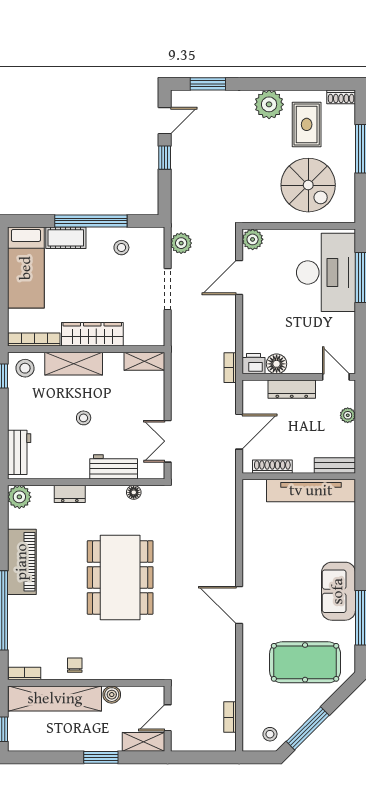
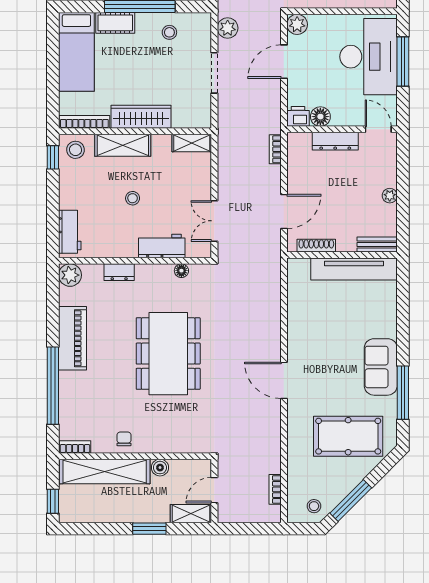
printer: (253, 364) -> (298, 116), moved
floor lamp: (277, 364) -> (320, 117), moved
wall: (299, 377) -> (342, 129), moved
door: (336, 377) -> (378, 129), moved
dresser: (292, 389) -> (335, 141), moved

